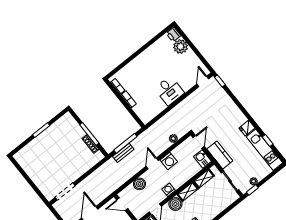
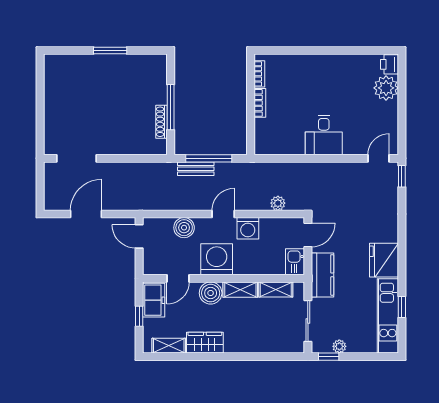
fridge: (247, 128) -> (384, 260), width x1.88, depth x1.34
washing machine: (169, 190) -> (217, 259), width x1.89, depth x1.89

